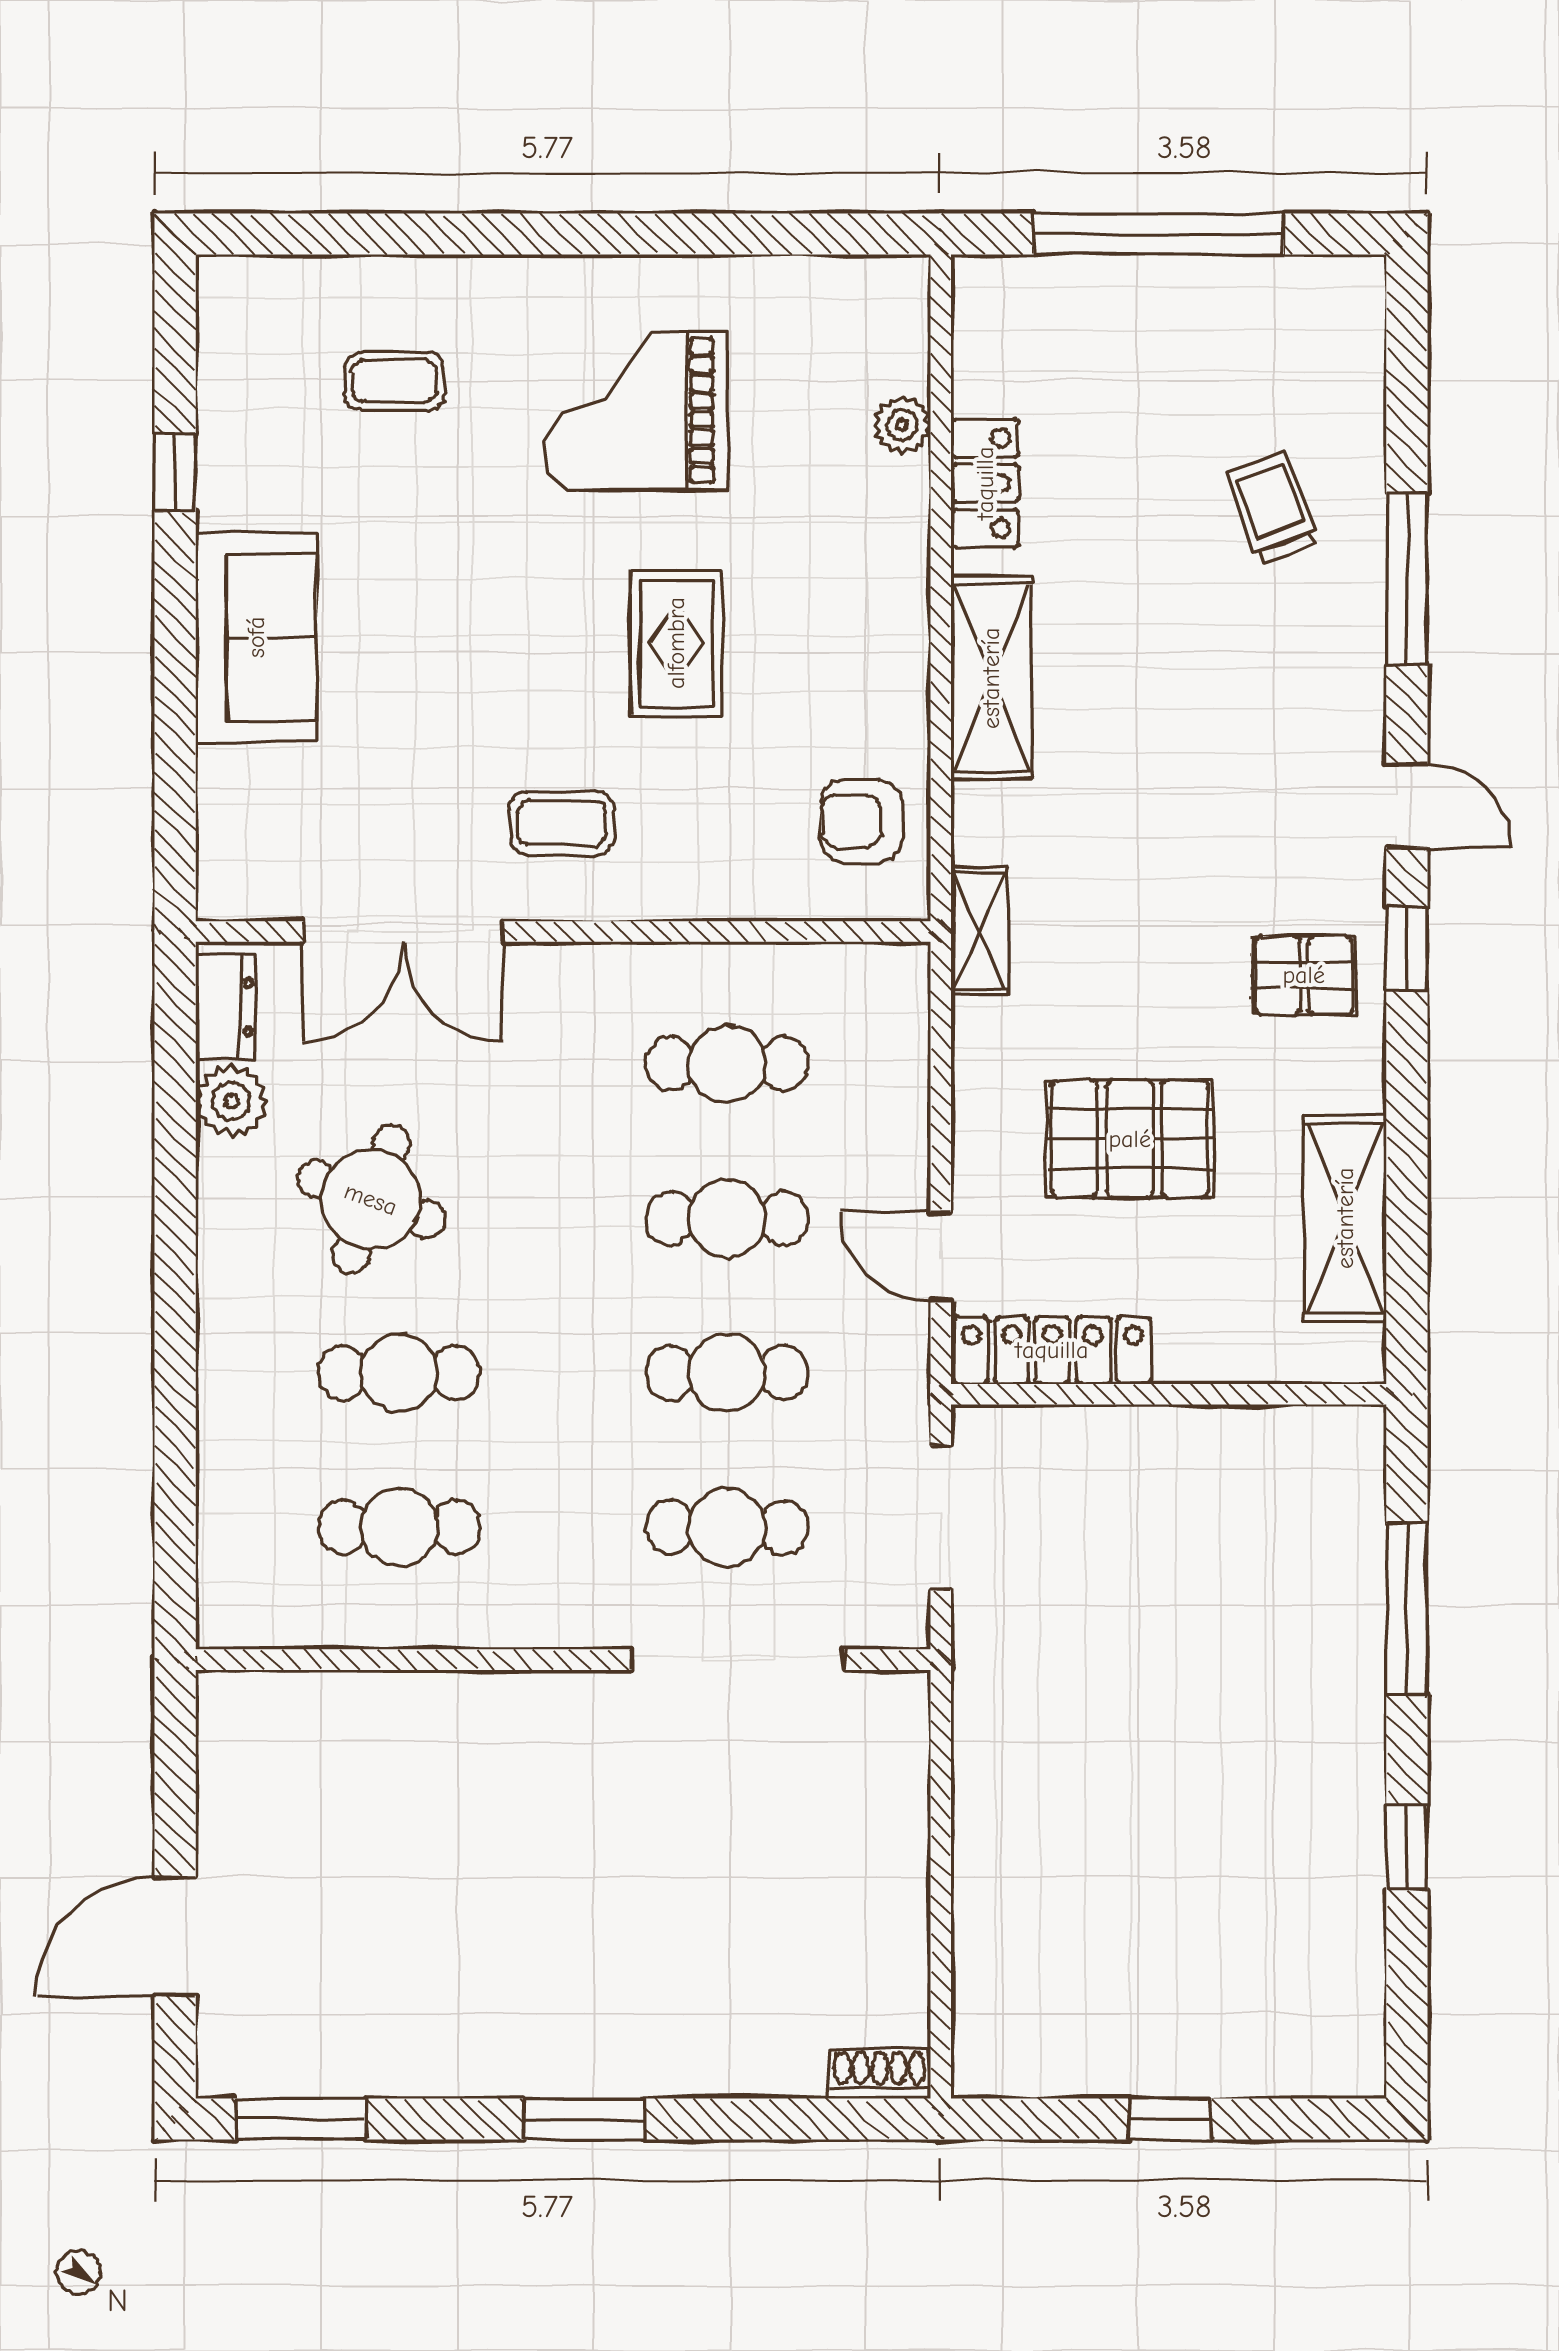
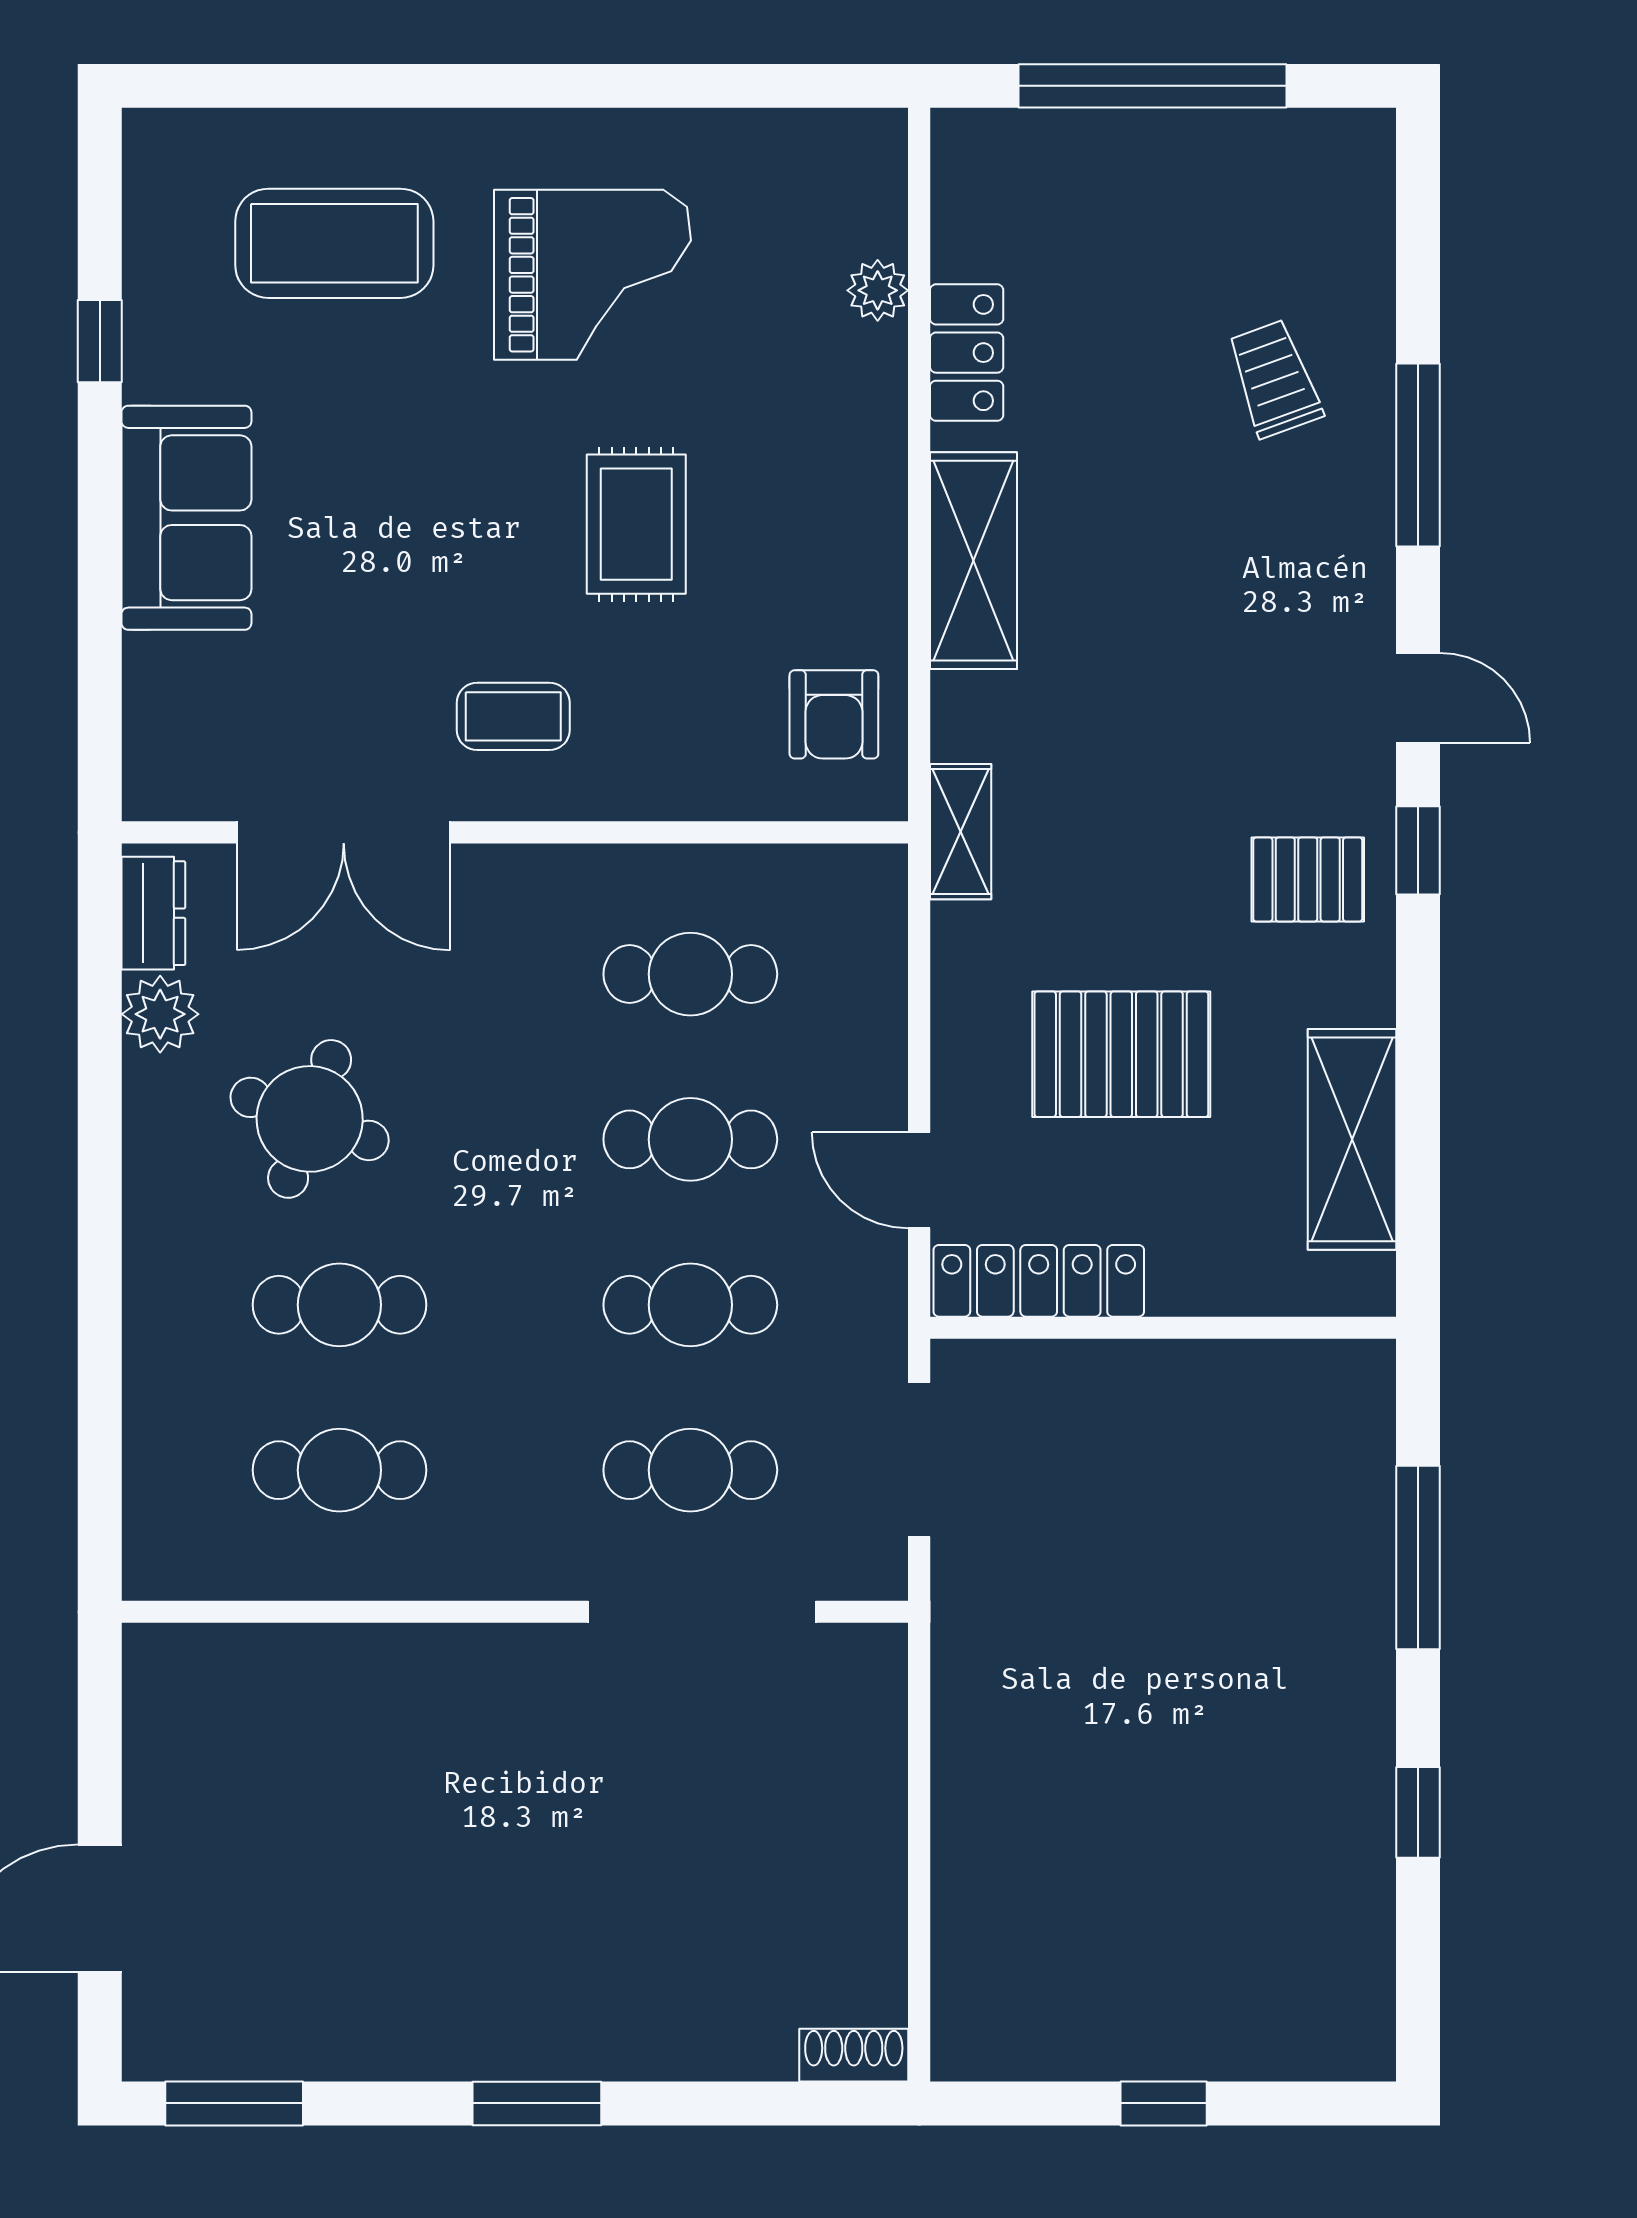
coffee table: (394, 381) -> (334, 243), width x1.86, depth x1.72
grand piano: (636, 410) -> (592, 275), turned 180
armchair: (861, 821) -> (834, 714), turned -90

